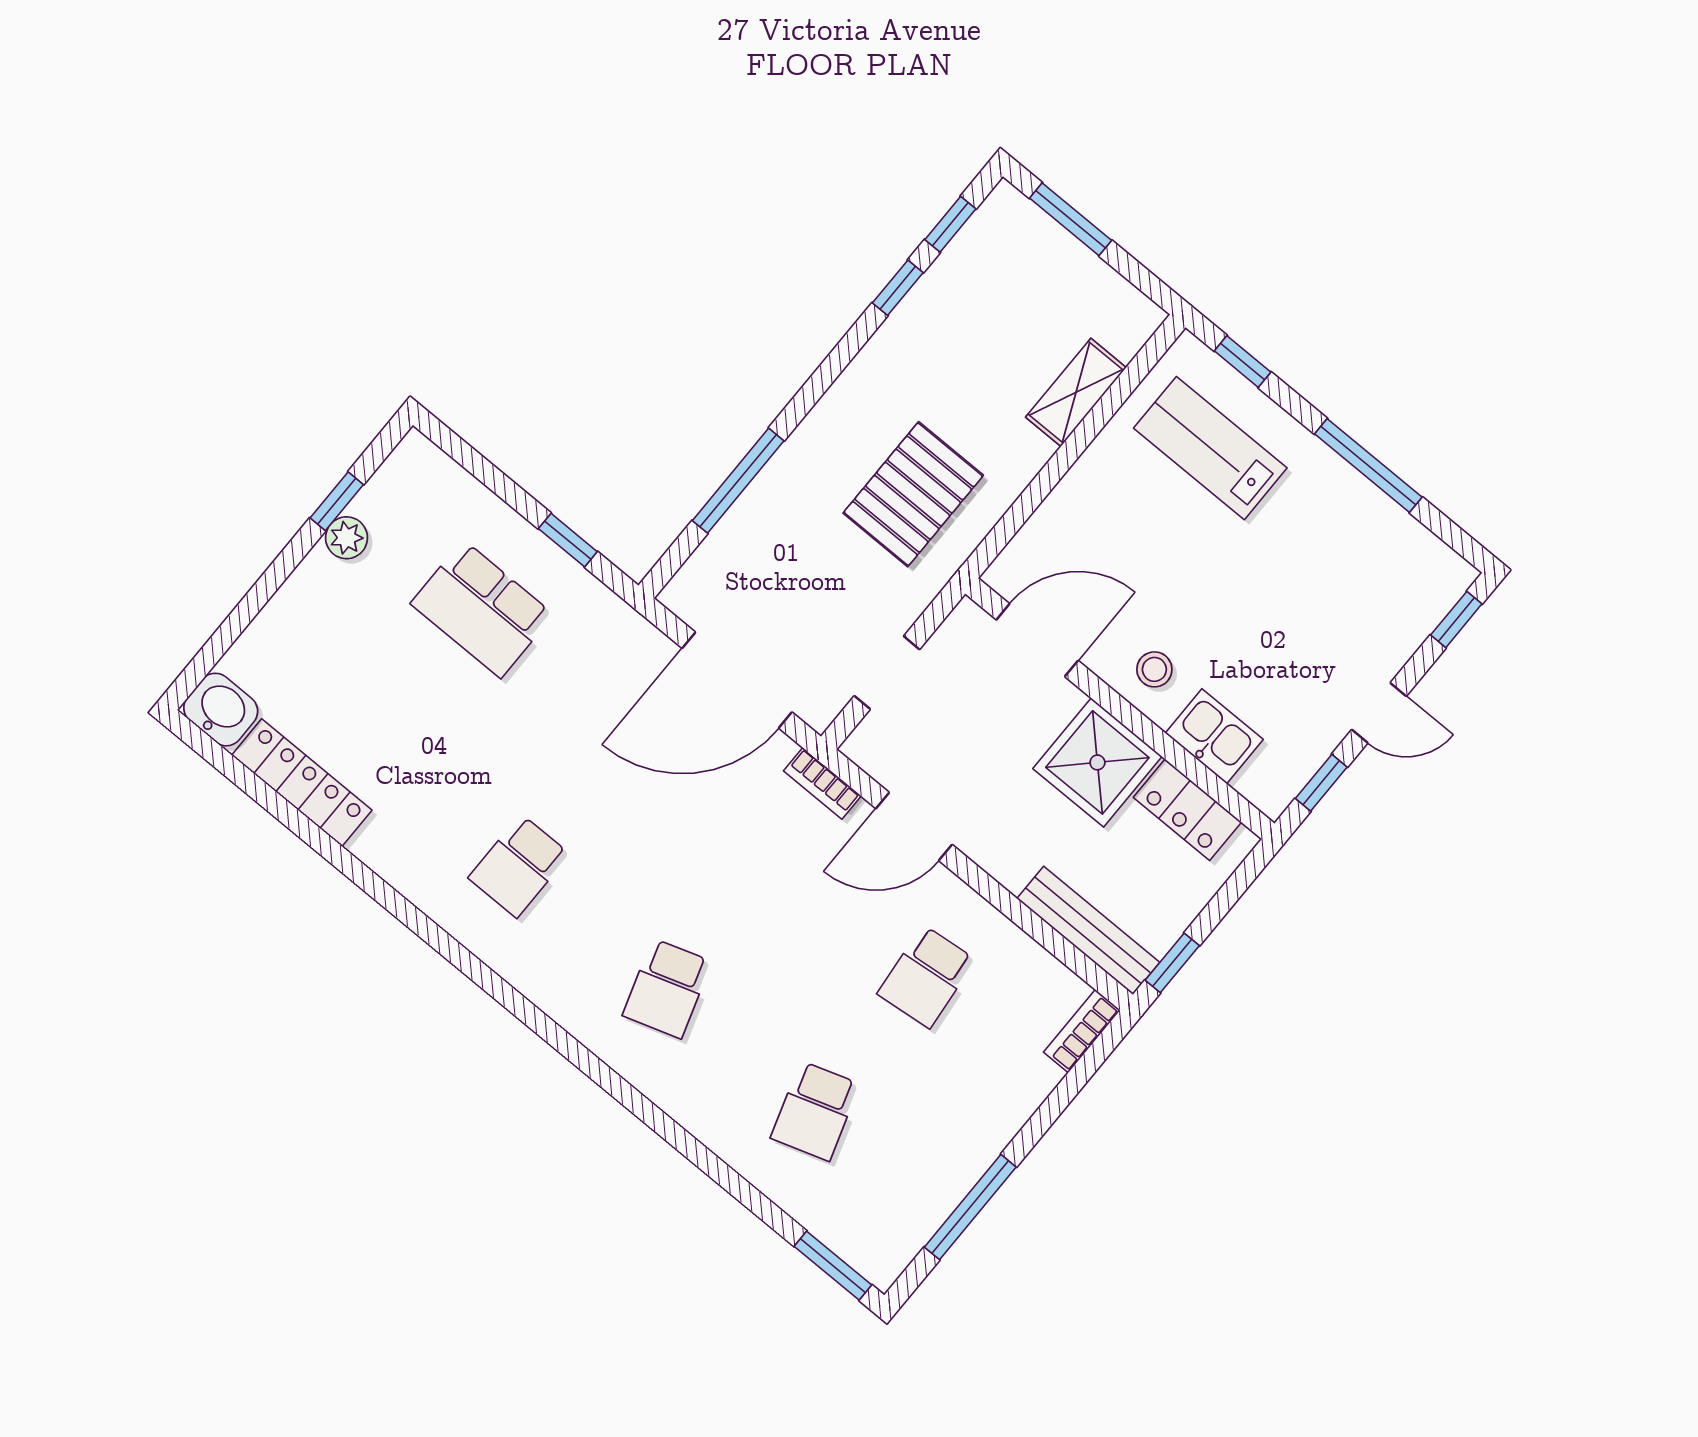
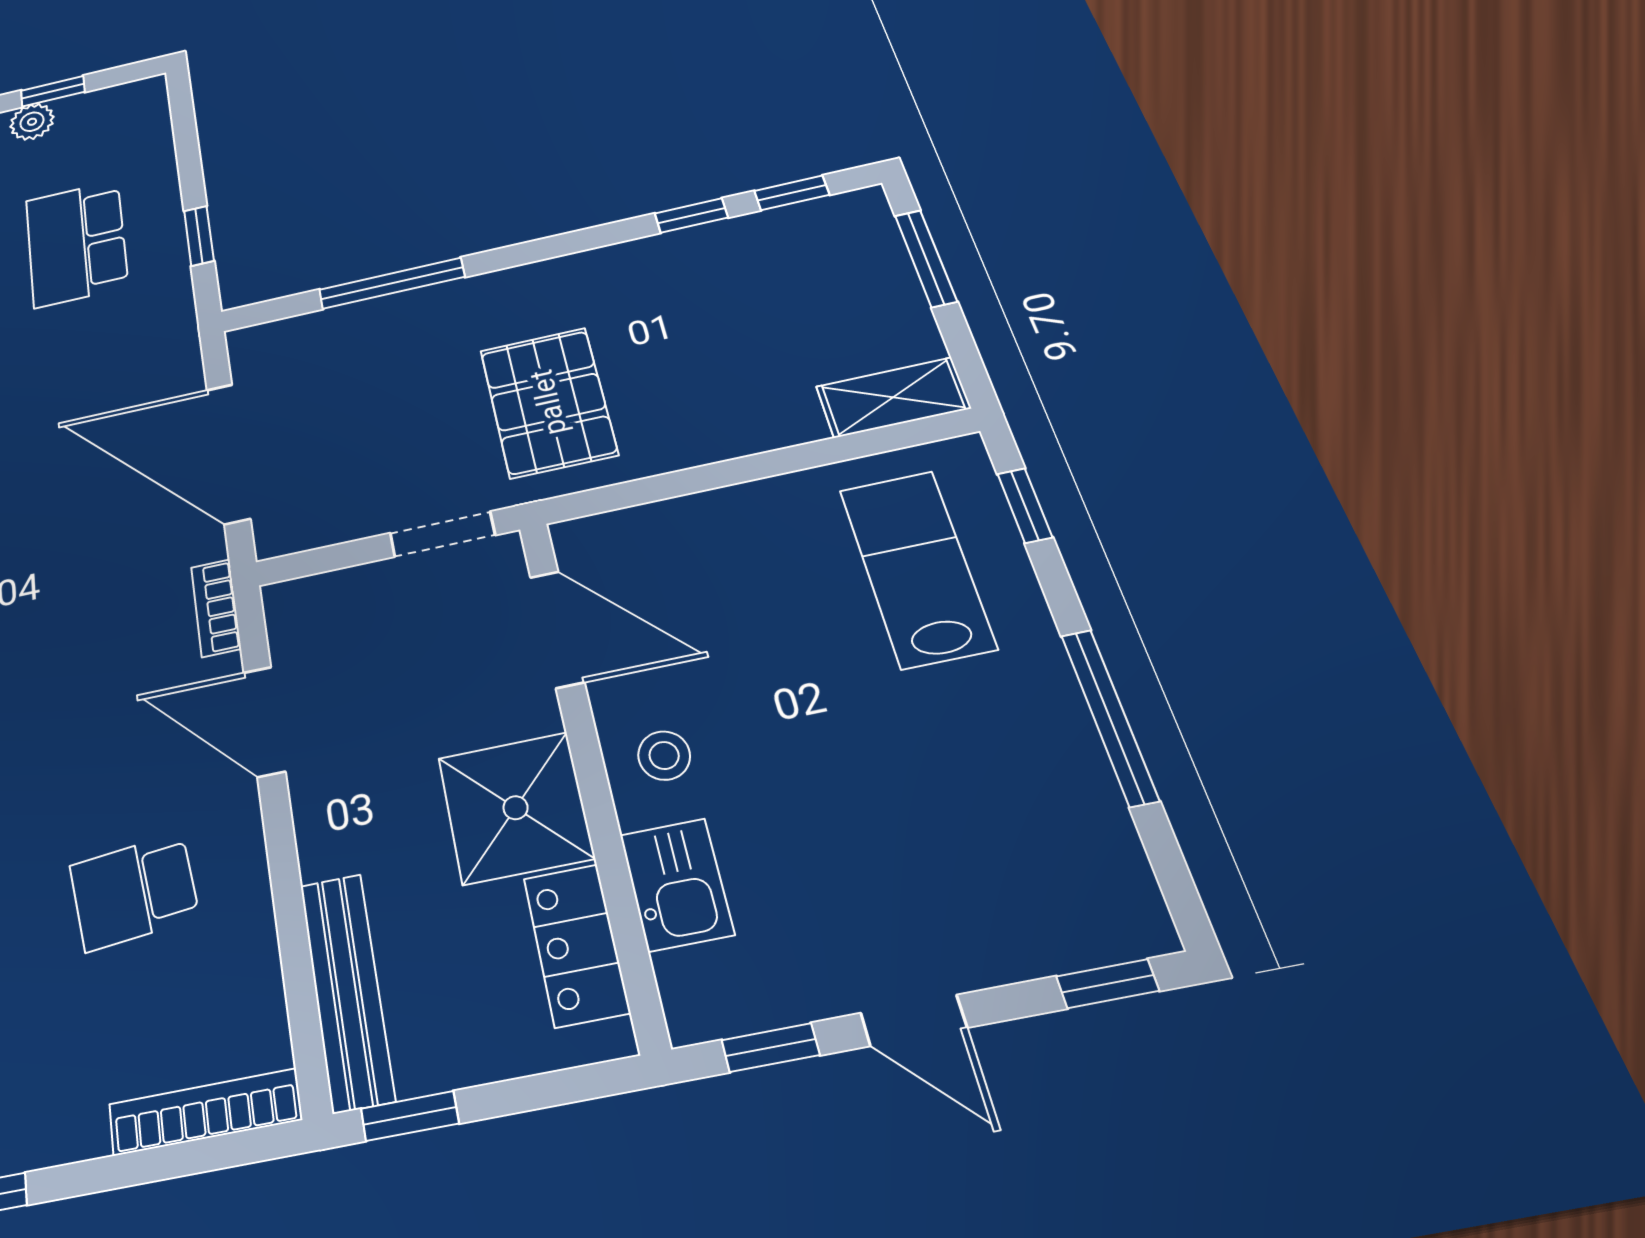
shelving: (1076, 392) -> (893, 397), moved
pallet: (913, 494) -> (548, 402), turned 90
doorway: (887, 673) -> (442, 534), moved
bookcase: (1082, 1031) -> (205, 1112), width x1.56

